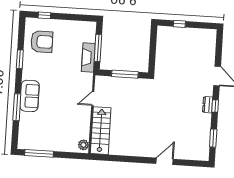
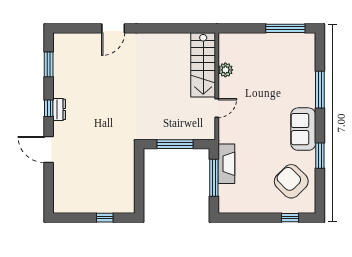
armchair: (42, 42) -> (291, 181), turned 45
sofa: (30, 96) -> (303, 129), moved
plant: (83, 145) -> (225, 70), moved

